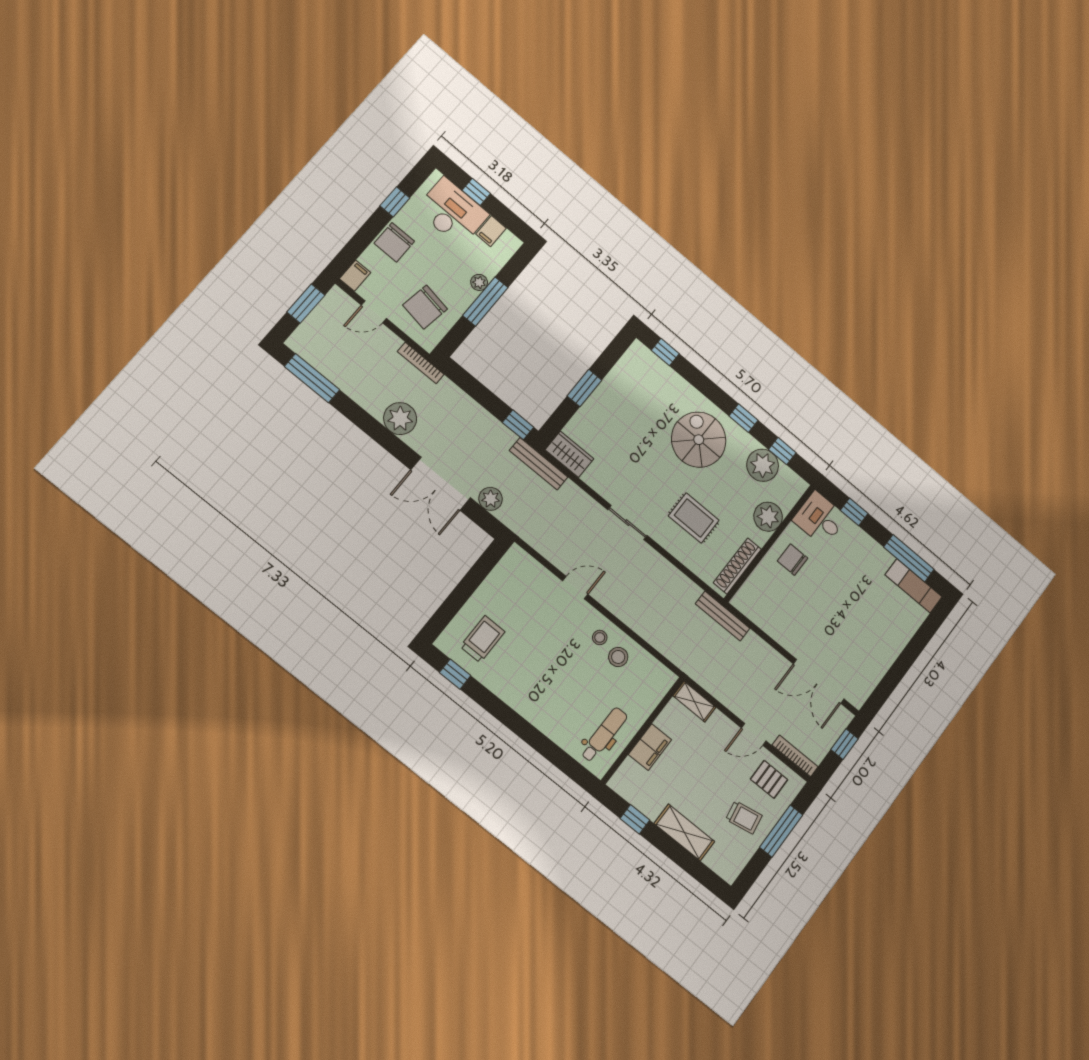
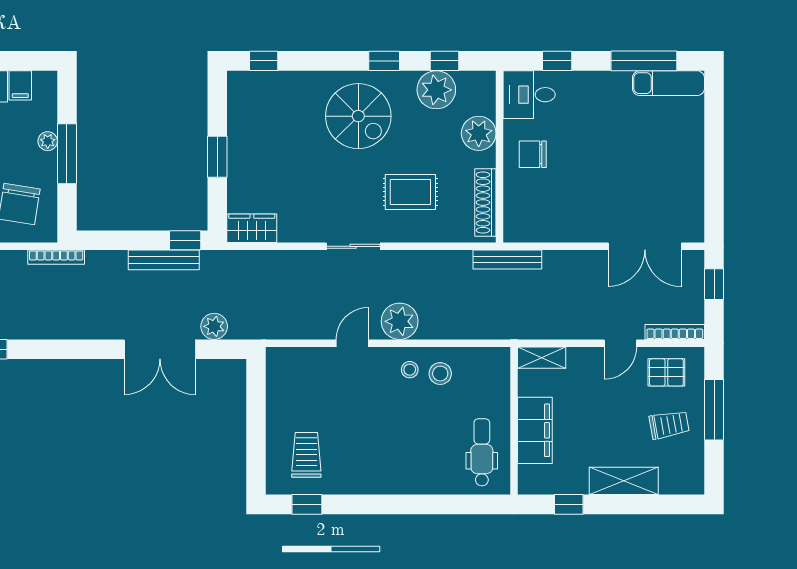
plant: (400, 419) -> (400, 321), moved
spiral stairs: (699, 440) -> (358, 116), turned 180
bench: (539, 464) -> (164, 260), moved
filing cabinet: (650, 747) -> (535, 430), width x1.50, depth x1.17

